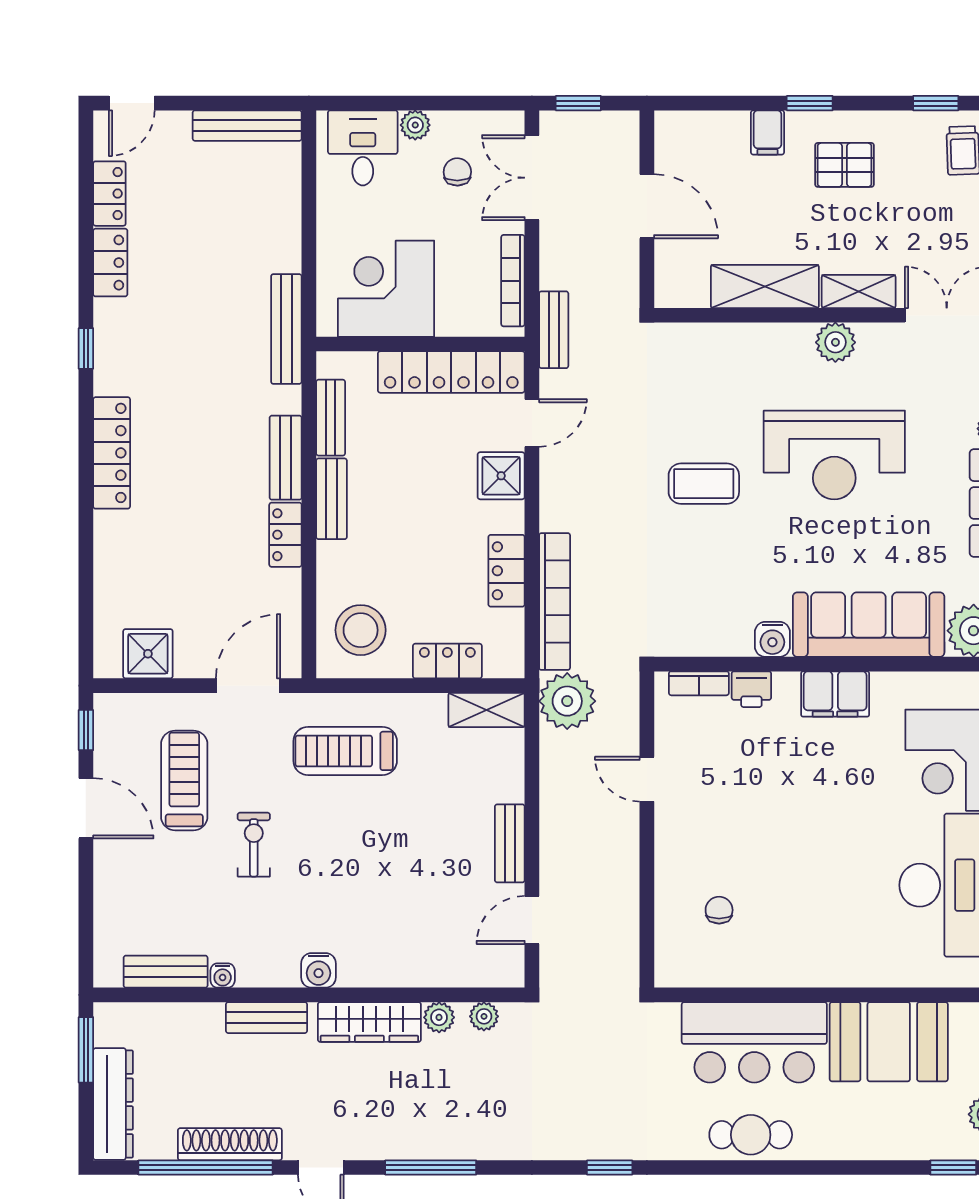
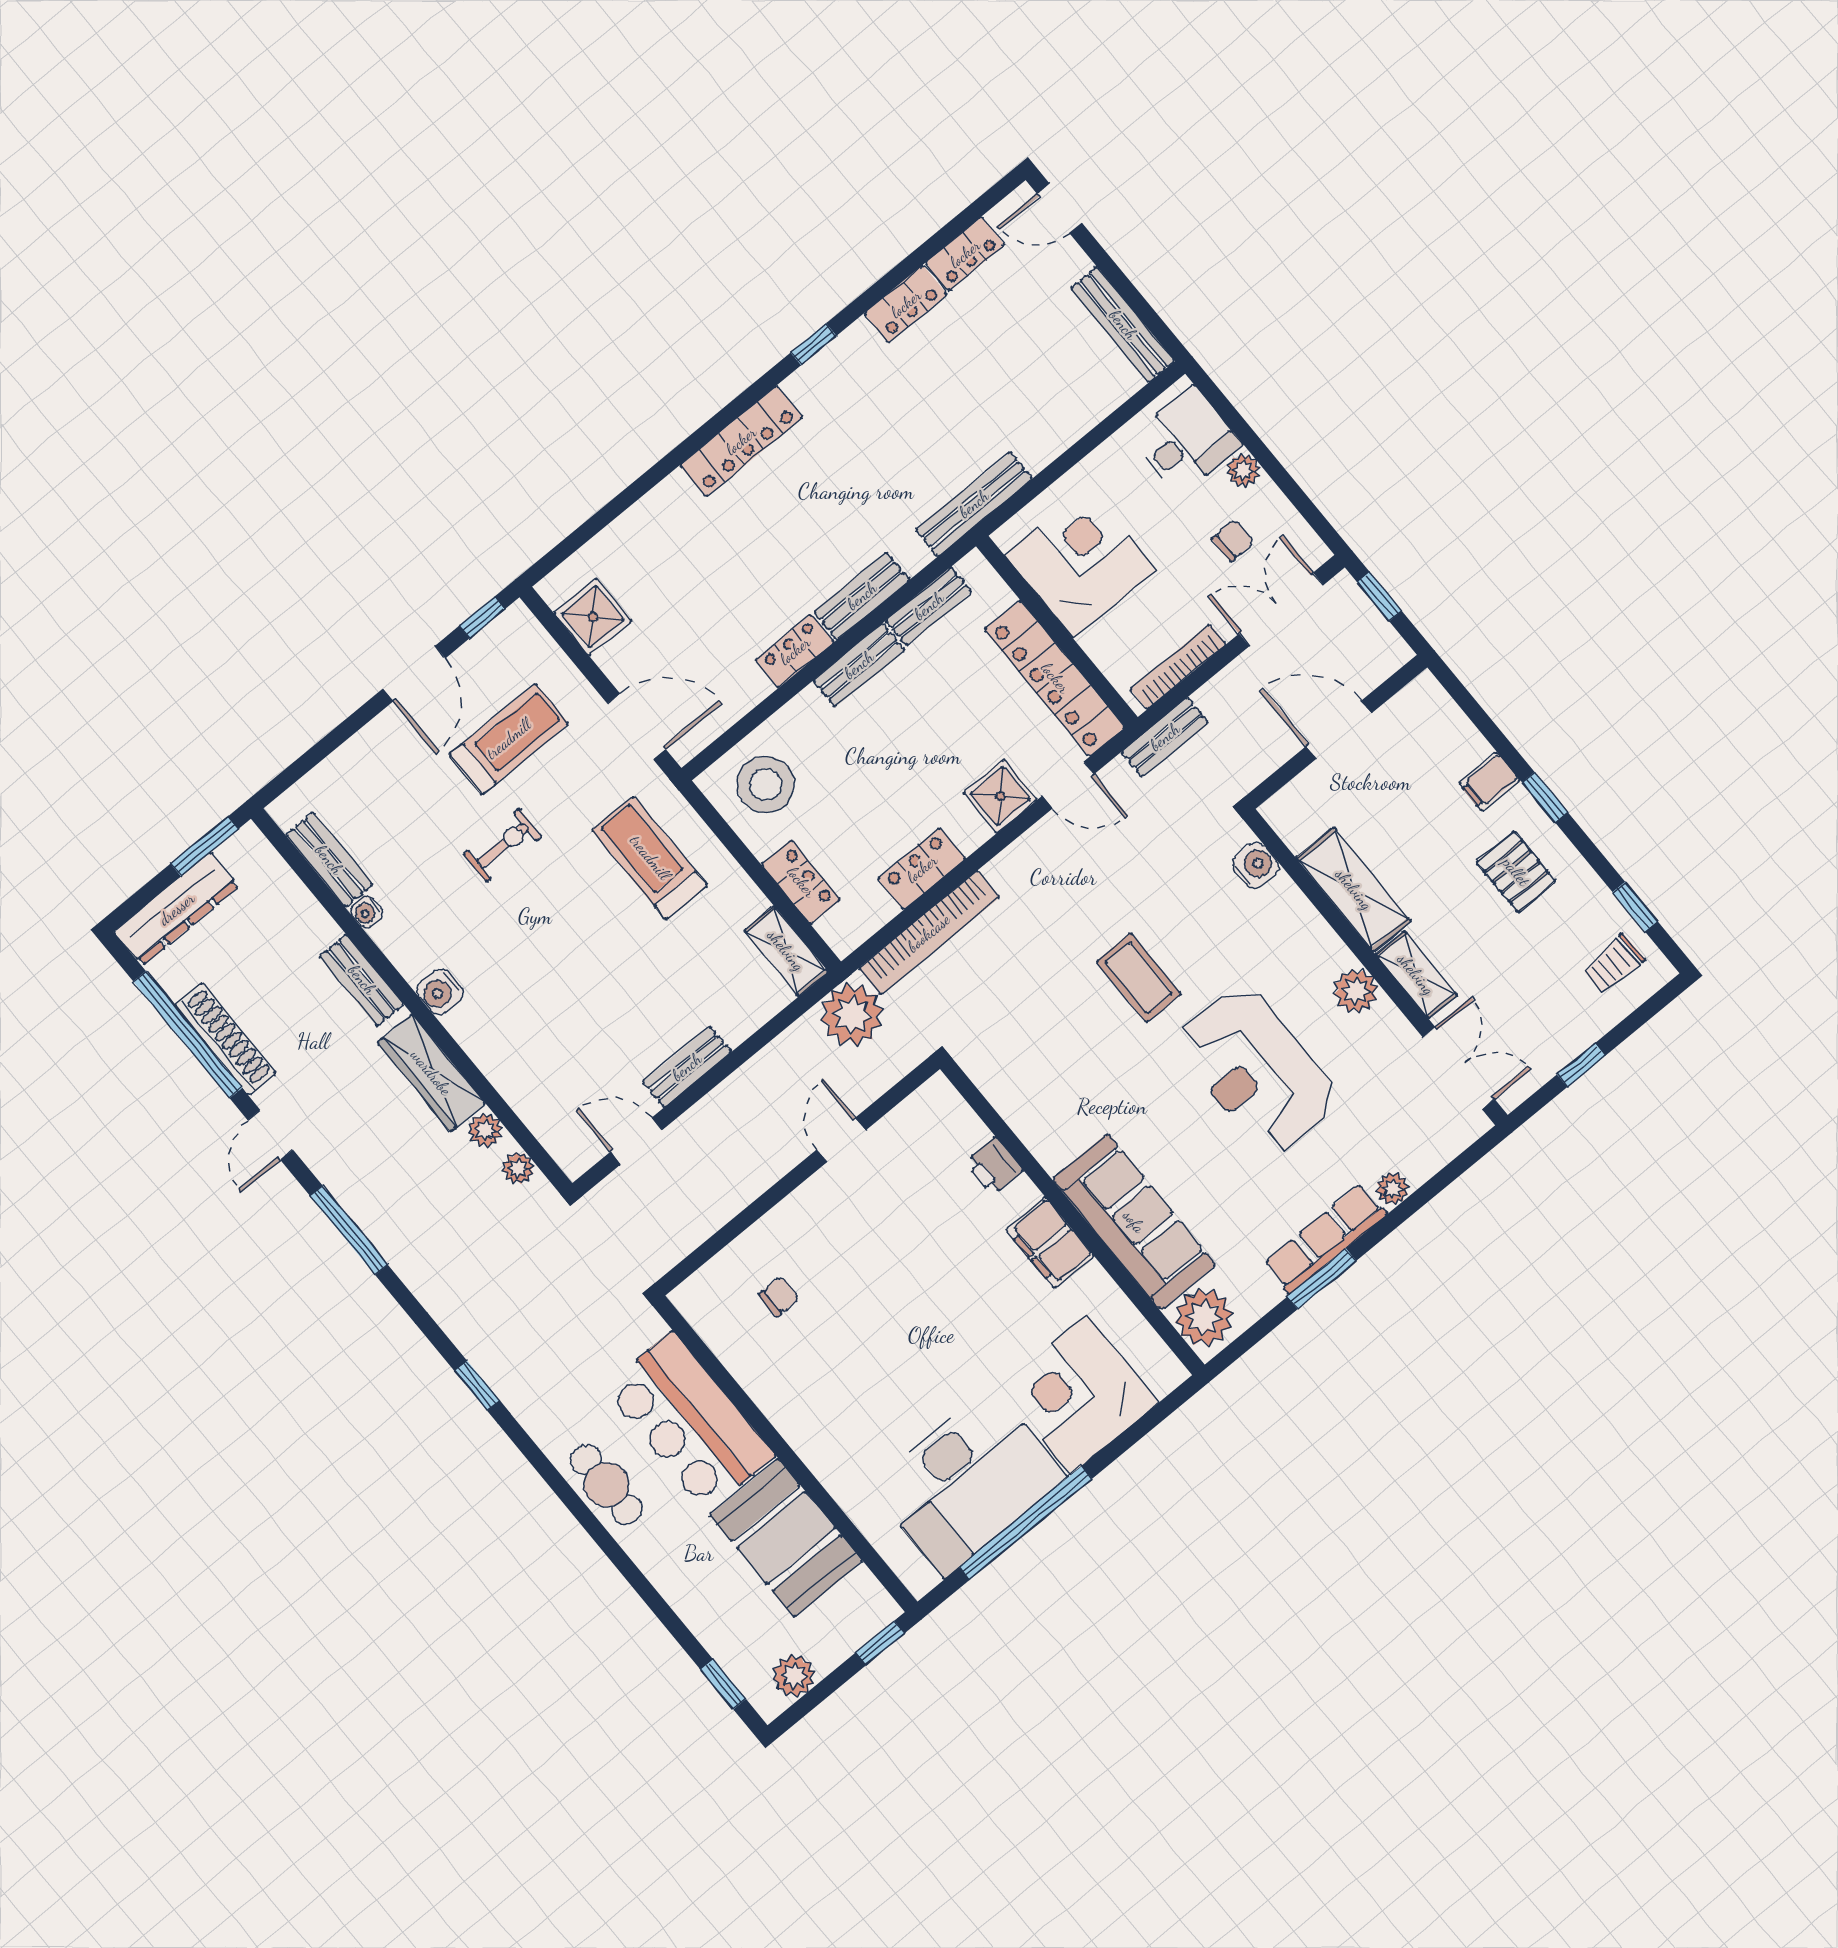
door: (647, 206) -> (1339, 730), swing flipped
water cooler: (772, 639) -> (1256, 865), moved, turned 180
bookcase: (699, 683) -> (962, 1116), removed

